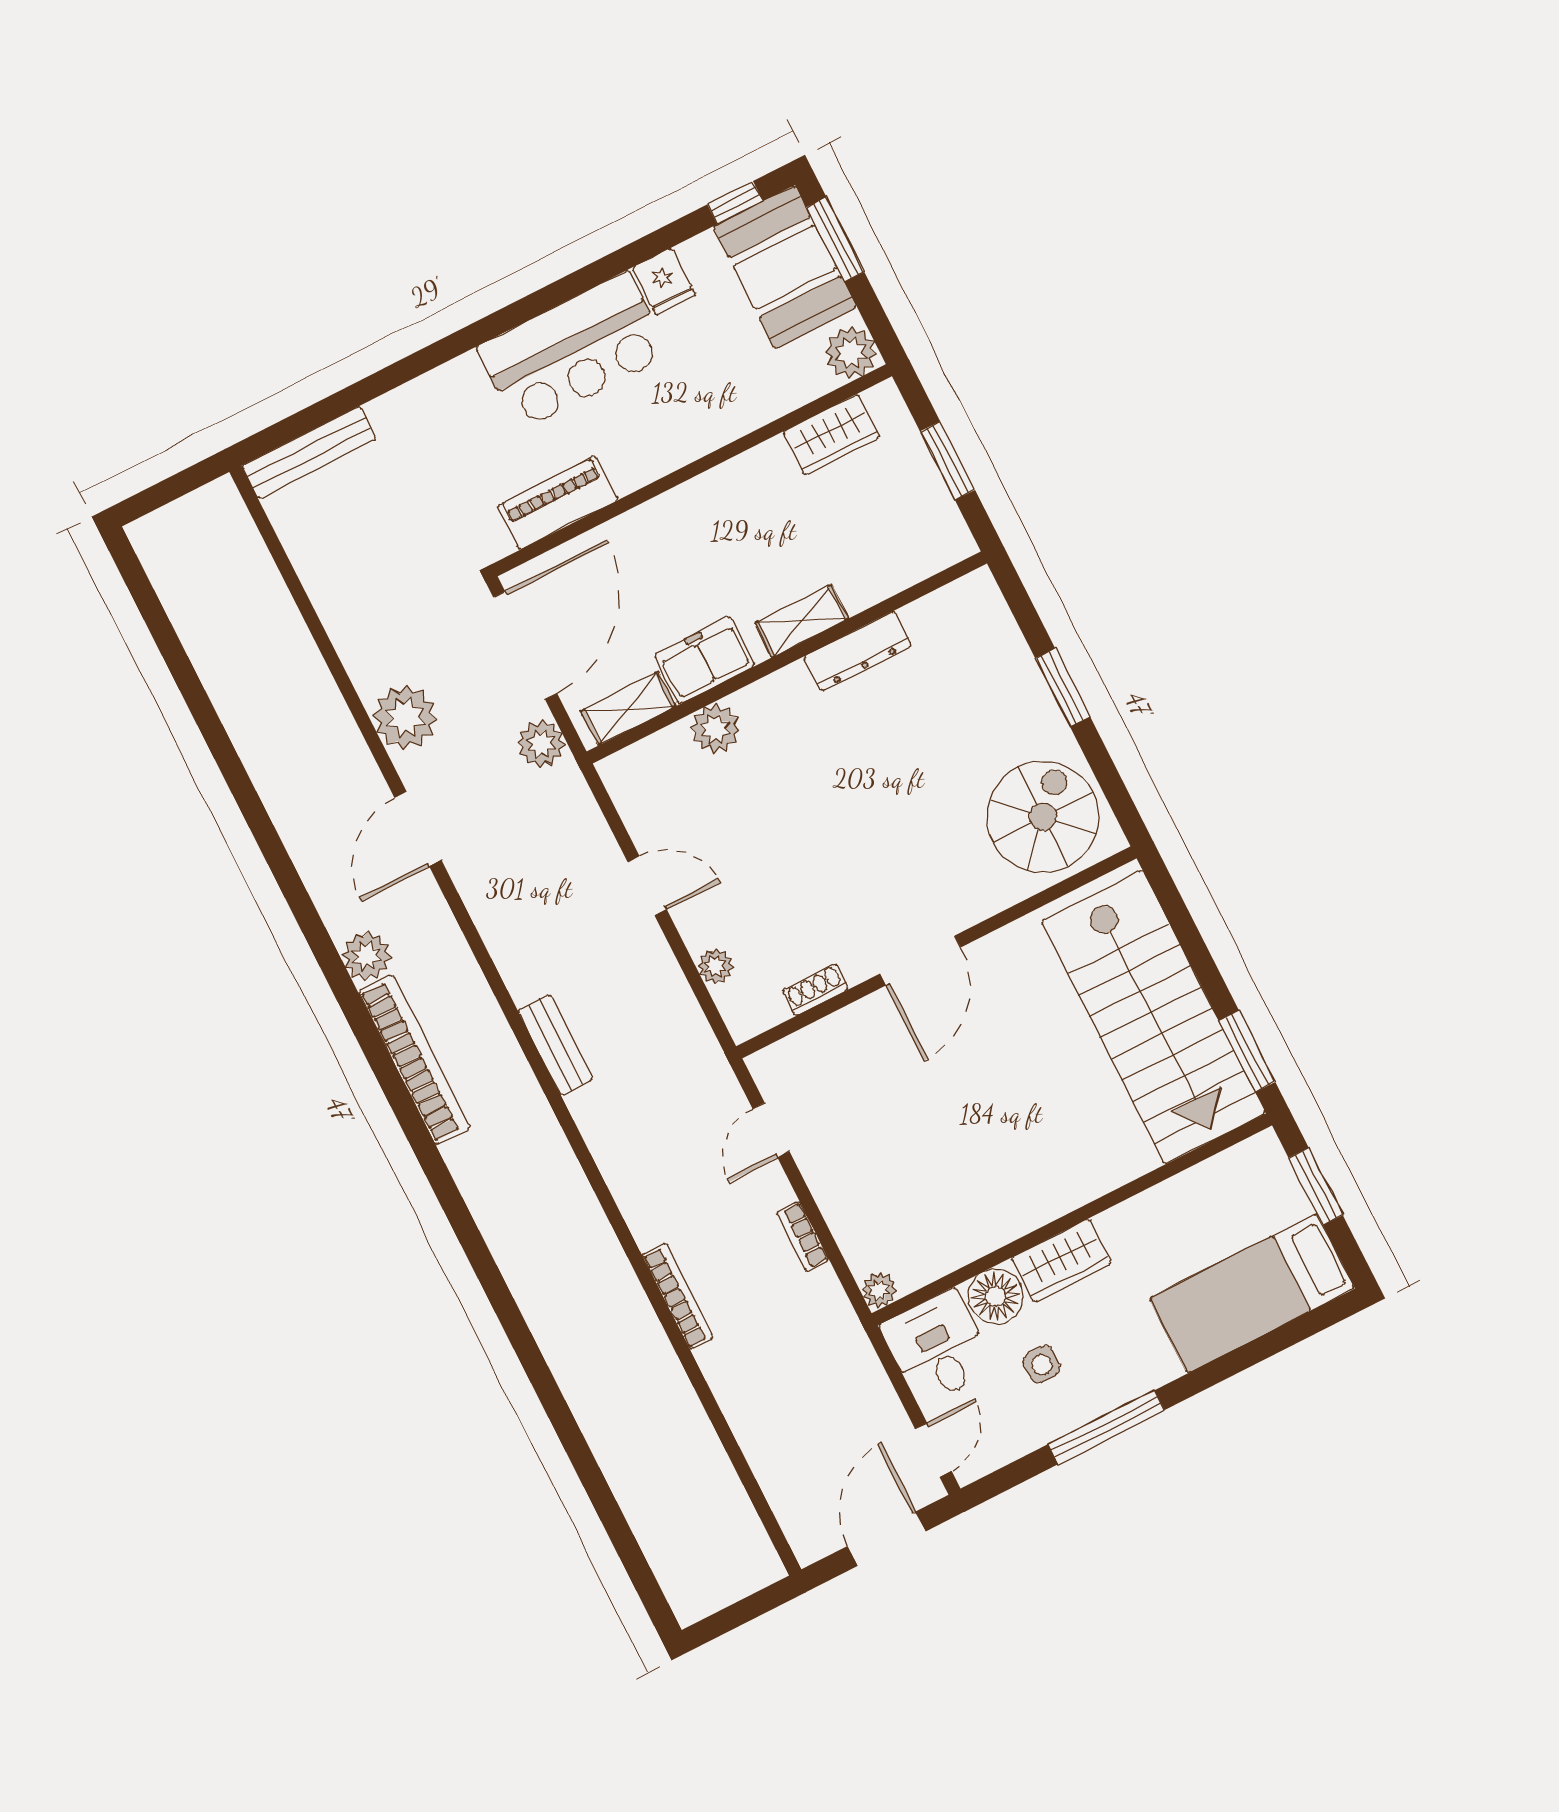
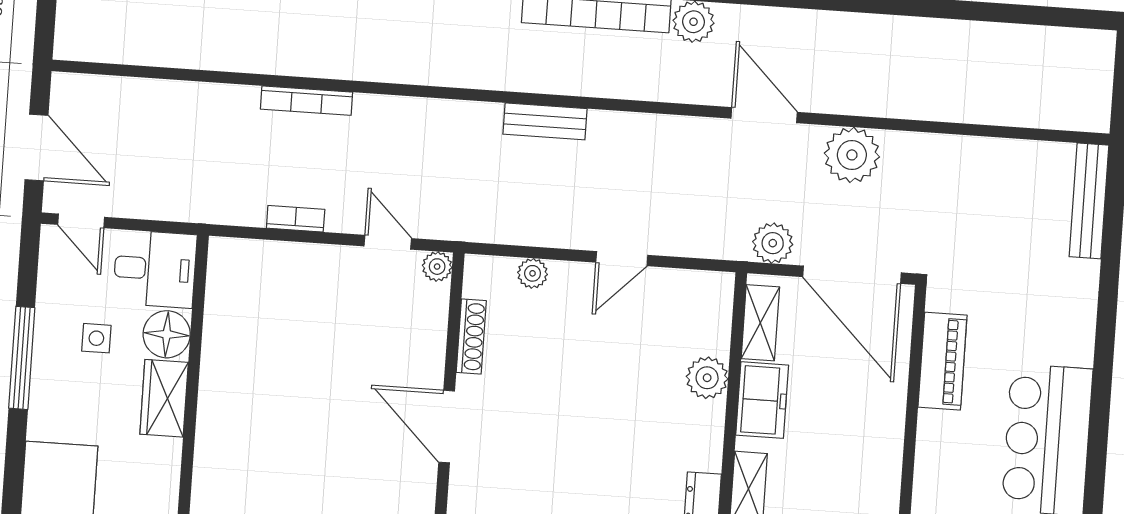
shoe rack: (815, 990) -> (471, 336), width x1.43
plant: (879, 1290) -> (437, 267), moved

